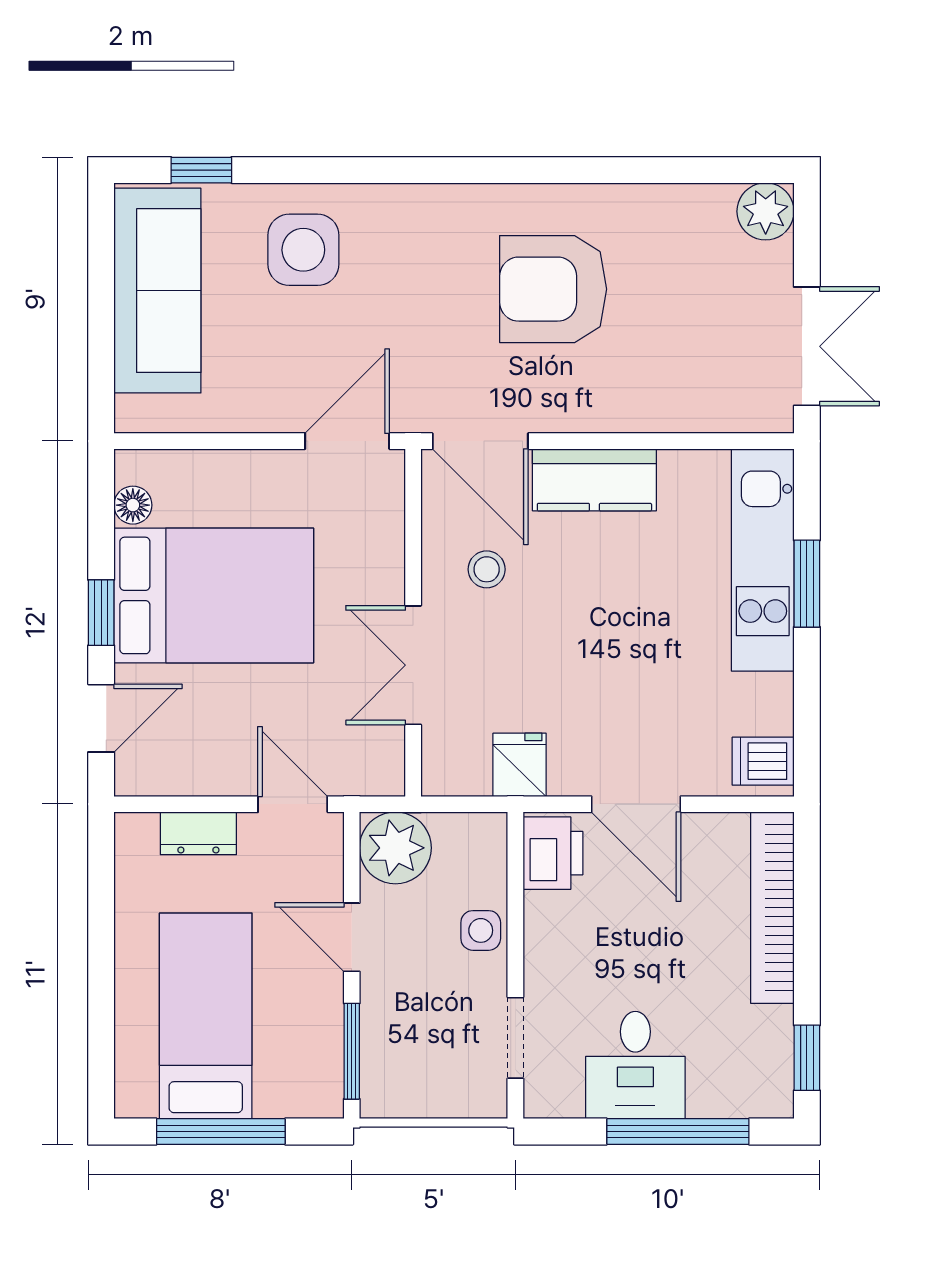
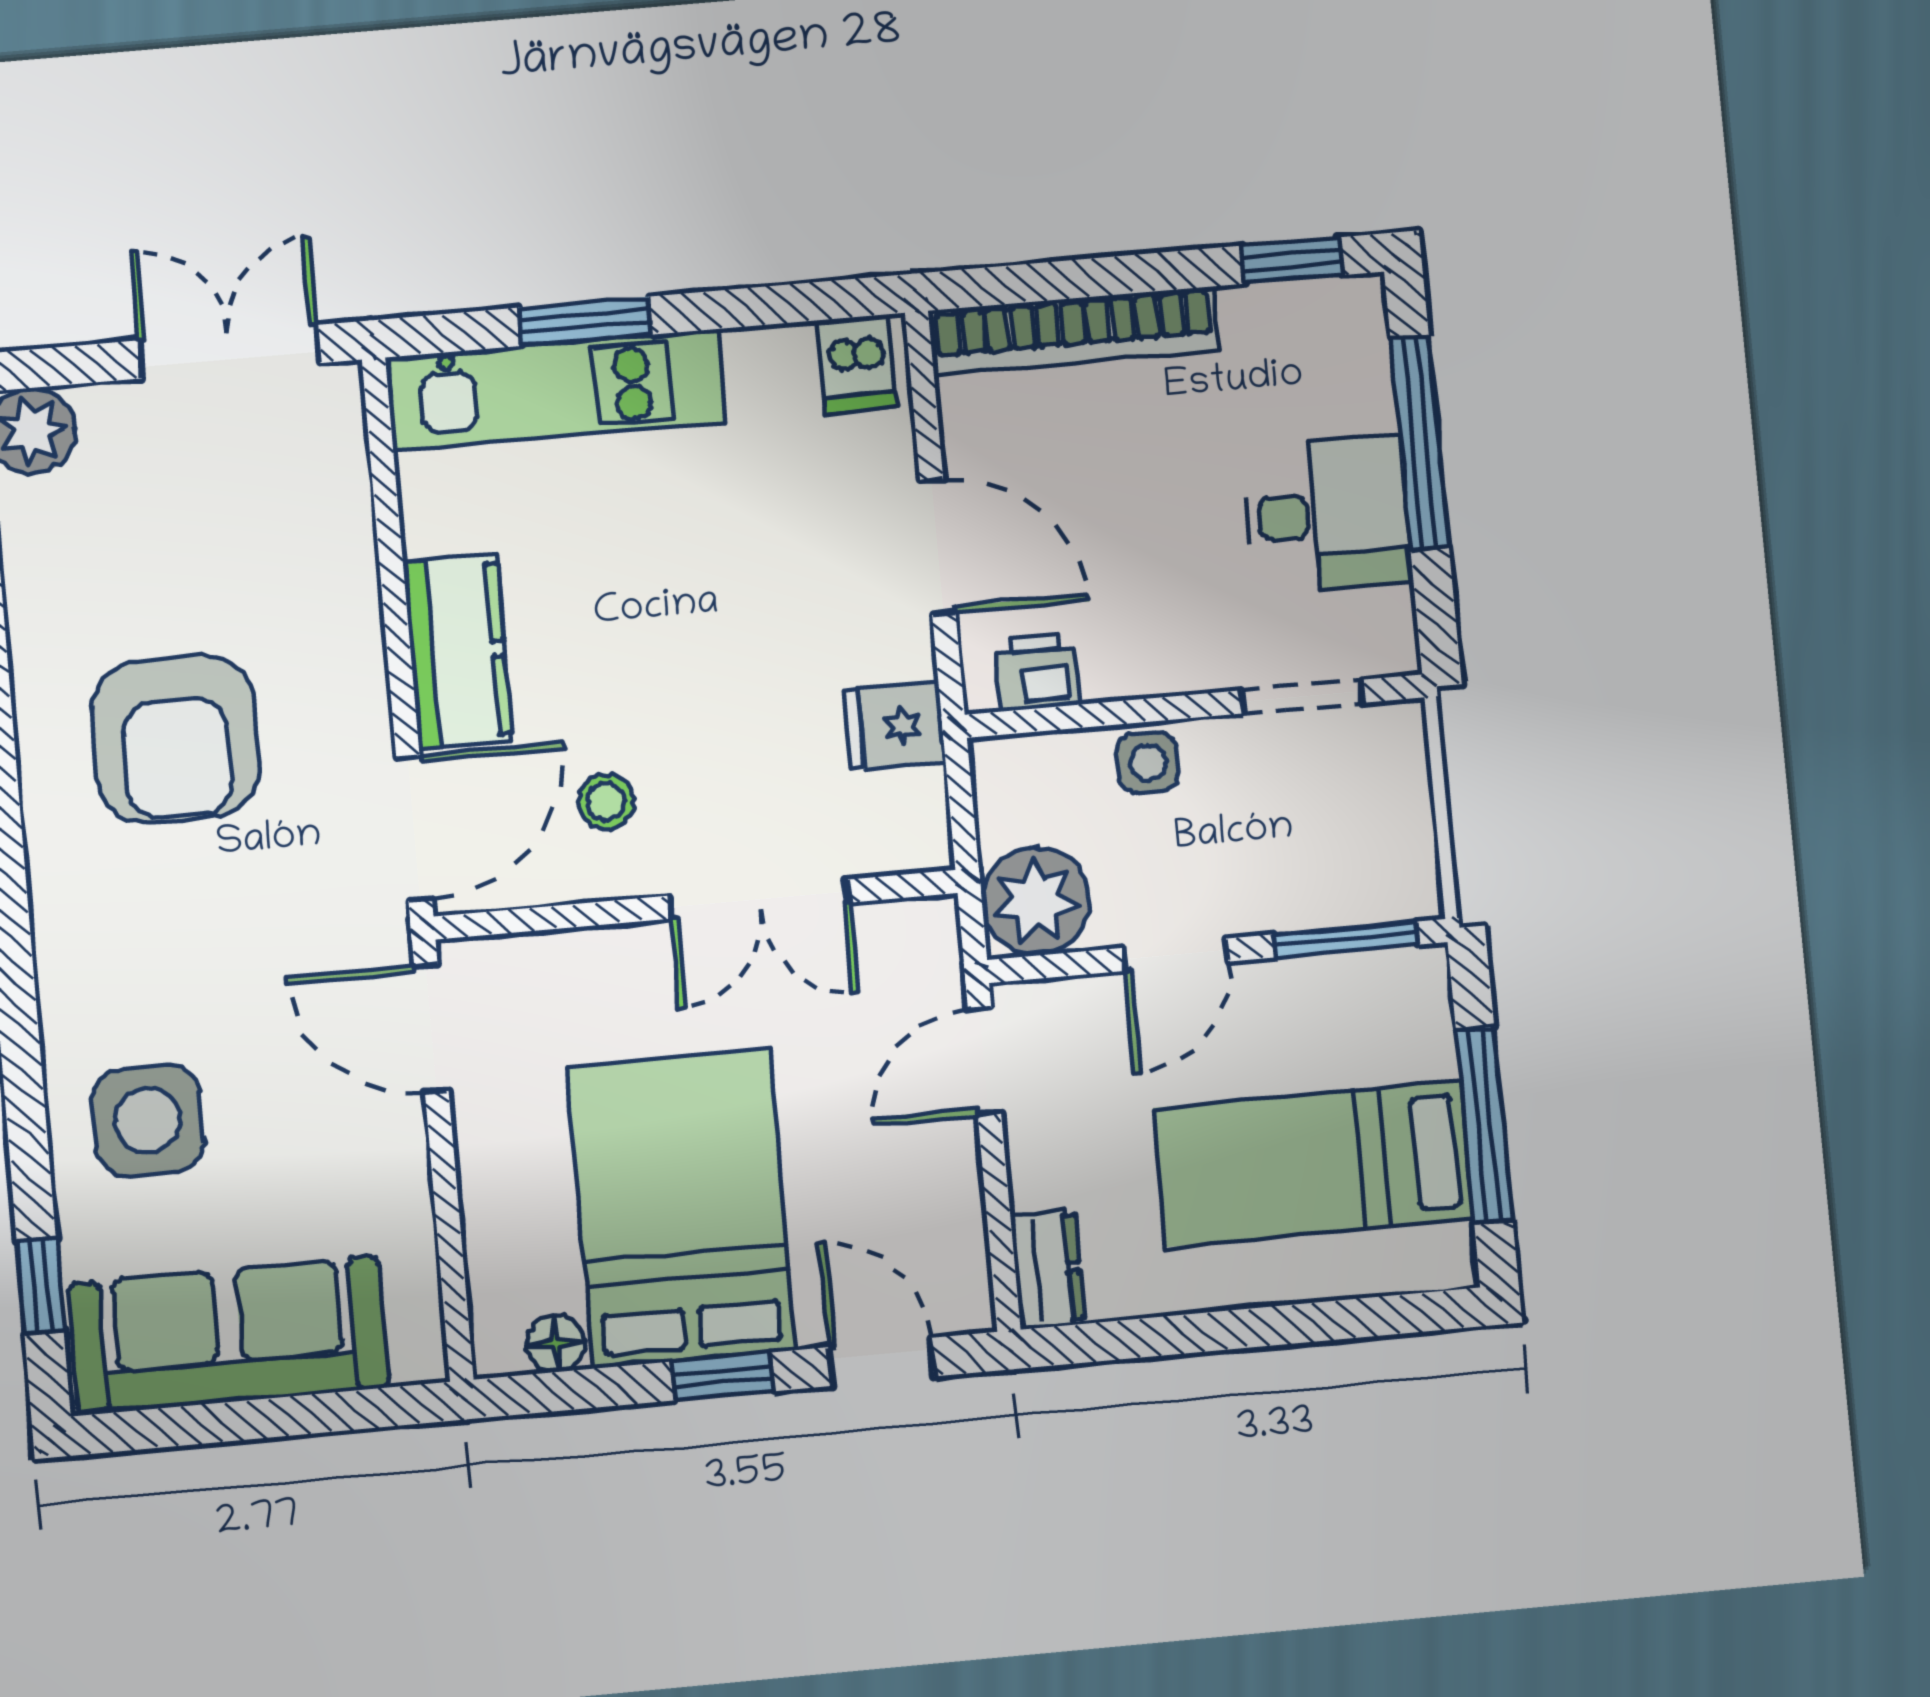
door: (636, 804) -> (938, 547), hinge flipped
dresser: (198, 833) -> (1047, 1269), moved
printer: (553, 853) -> (1037, 672), width x0.73, depth x0.81

